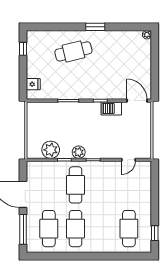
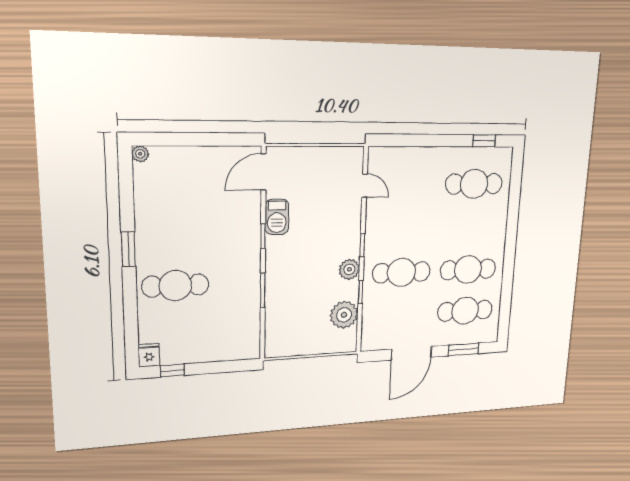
cafe table: (73, 51) -> (175, 286), turned -76
fridge: (33, 84) -> (149, 355), moved
window: (23, 229) -> (464, 349), width x0.69

